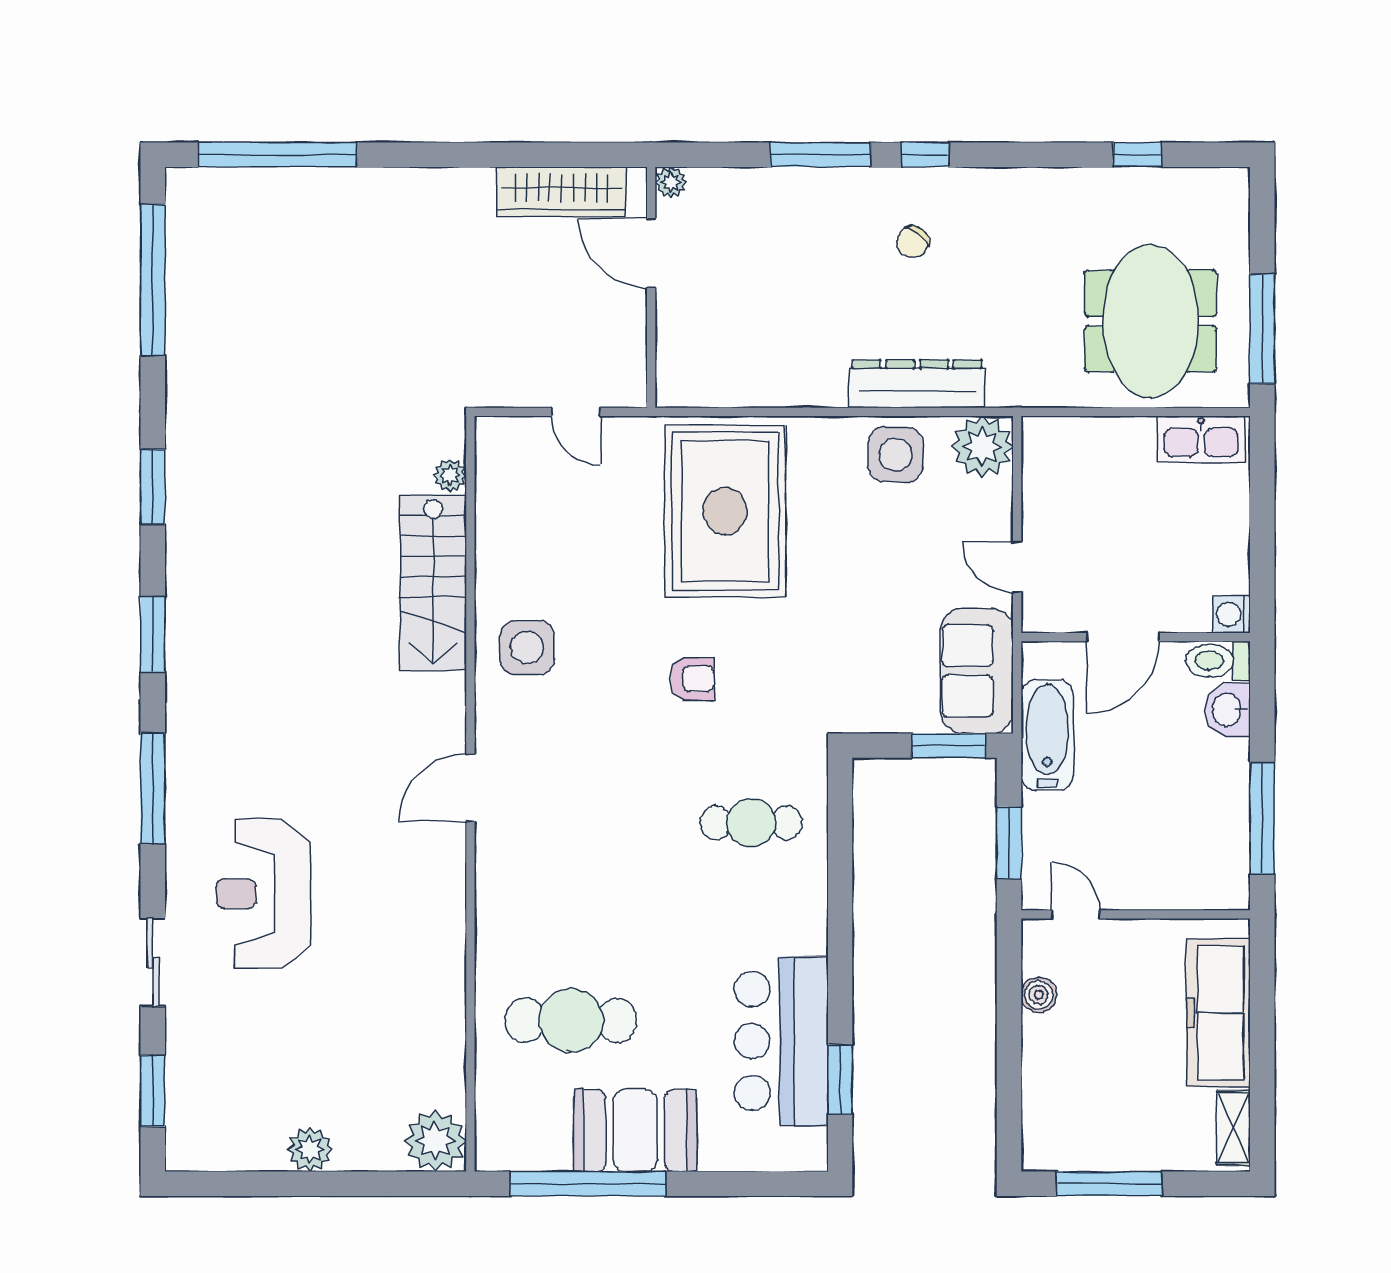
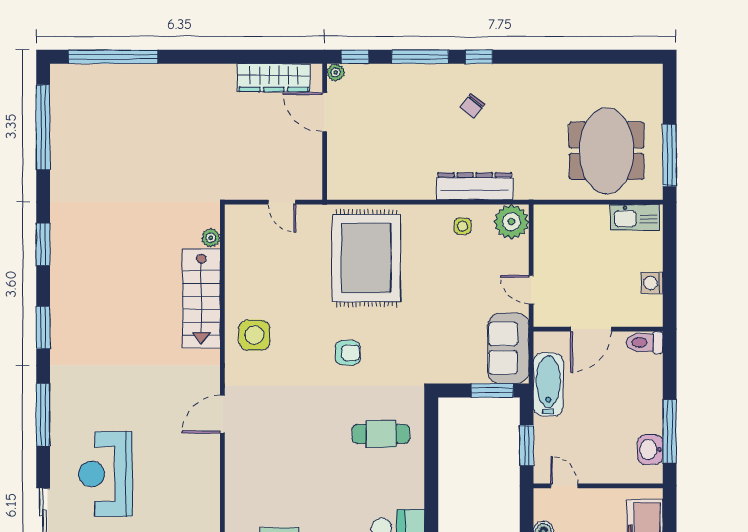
window: (1137, 155) -> (355, 57), moved
side table: (896, 455) -> (463, 226), width x0.54, depth x0.54
washing machine: (1231, 614) -> (652, 283), moved
washbasin: (1228, 710) -> (650, 450), moved

